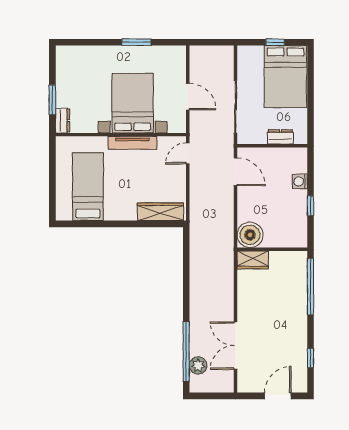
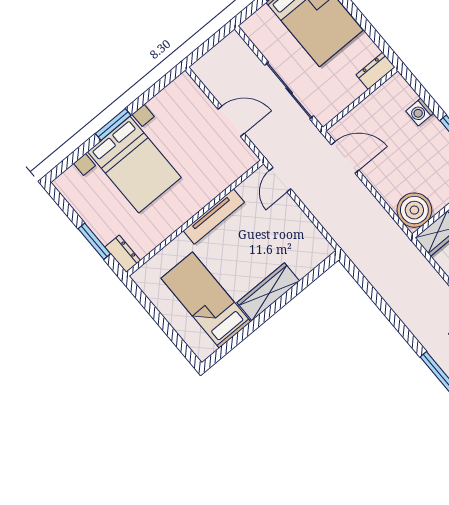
window: (136, 42) -> (113, 124), moved
bed with nightstands: (133, 103) -> (134, 165), moved, turned 180
dresser: (280, 137) -> (376, 71), moved
wardrobe: (160, 212) -> (268, 292), moved

